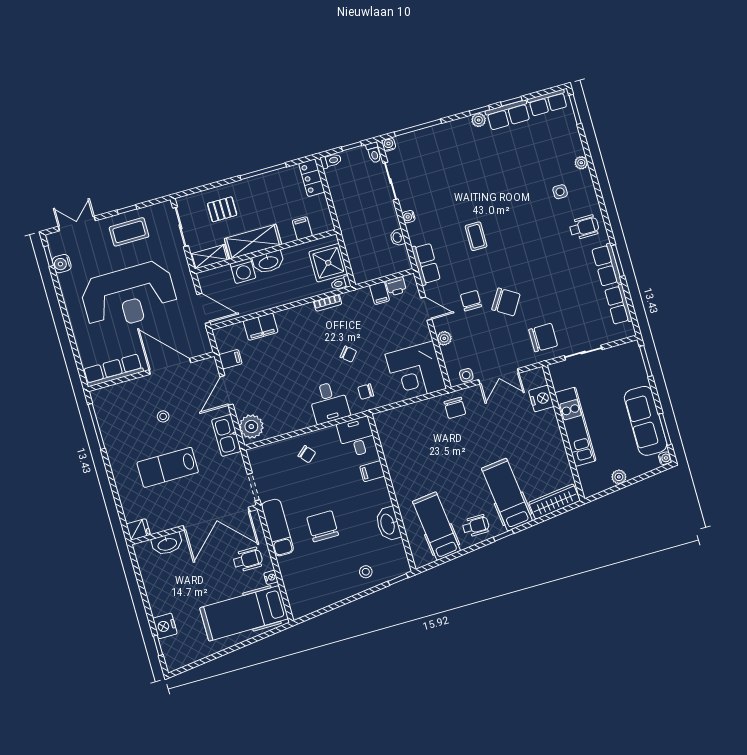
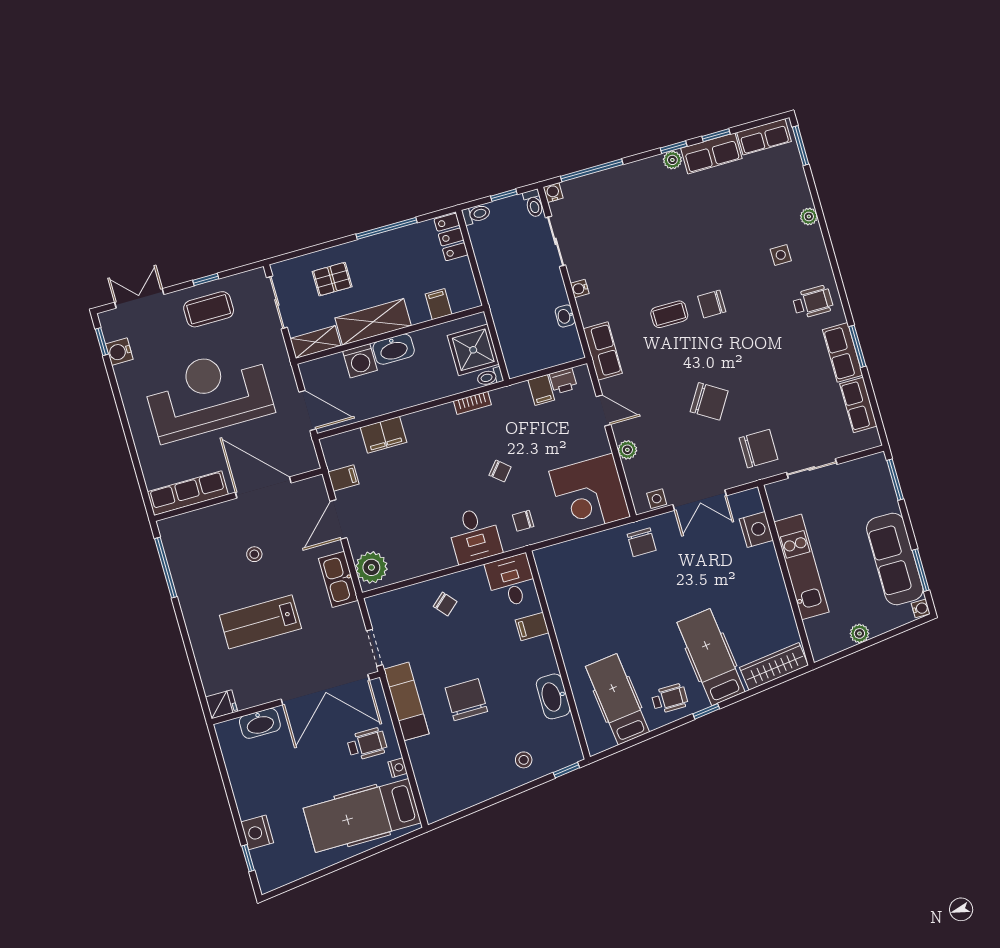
coffee table: (476, 236) -> (669, 314), turned 90
reception desk: (129, 296) -> (208, 394), turned 180
chair: (471, 301) -> (712, 304), moved, turned -90

